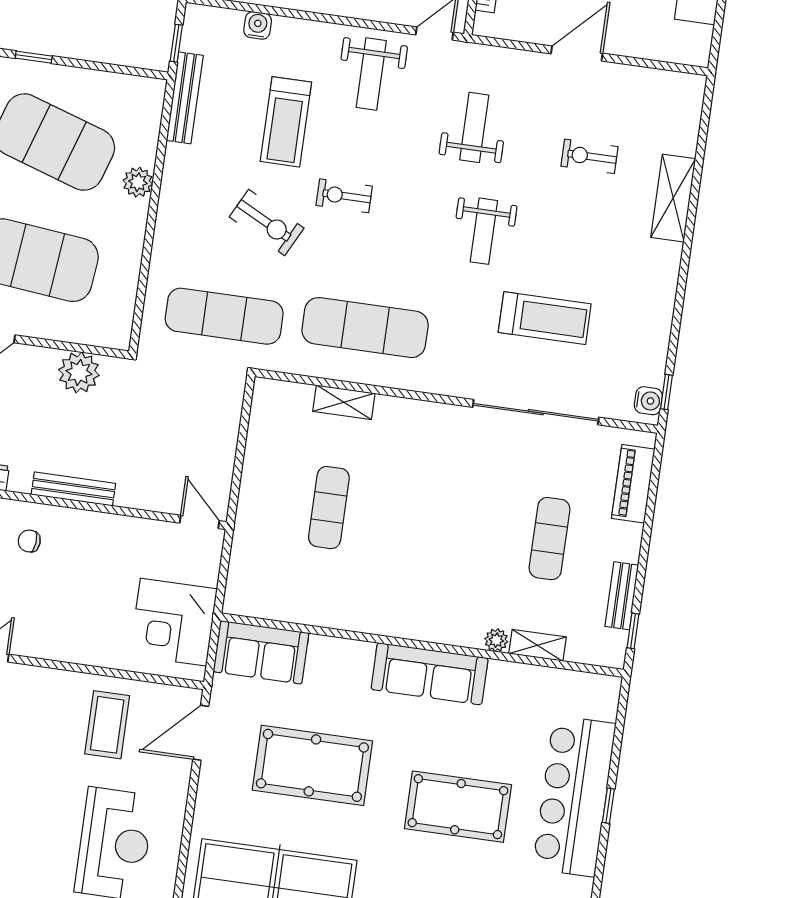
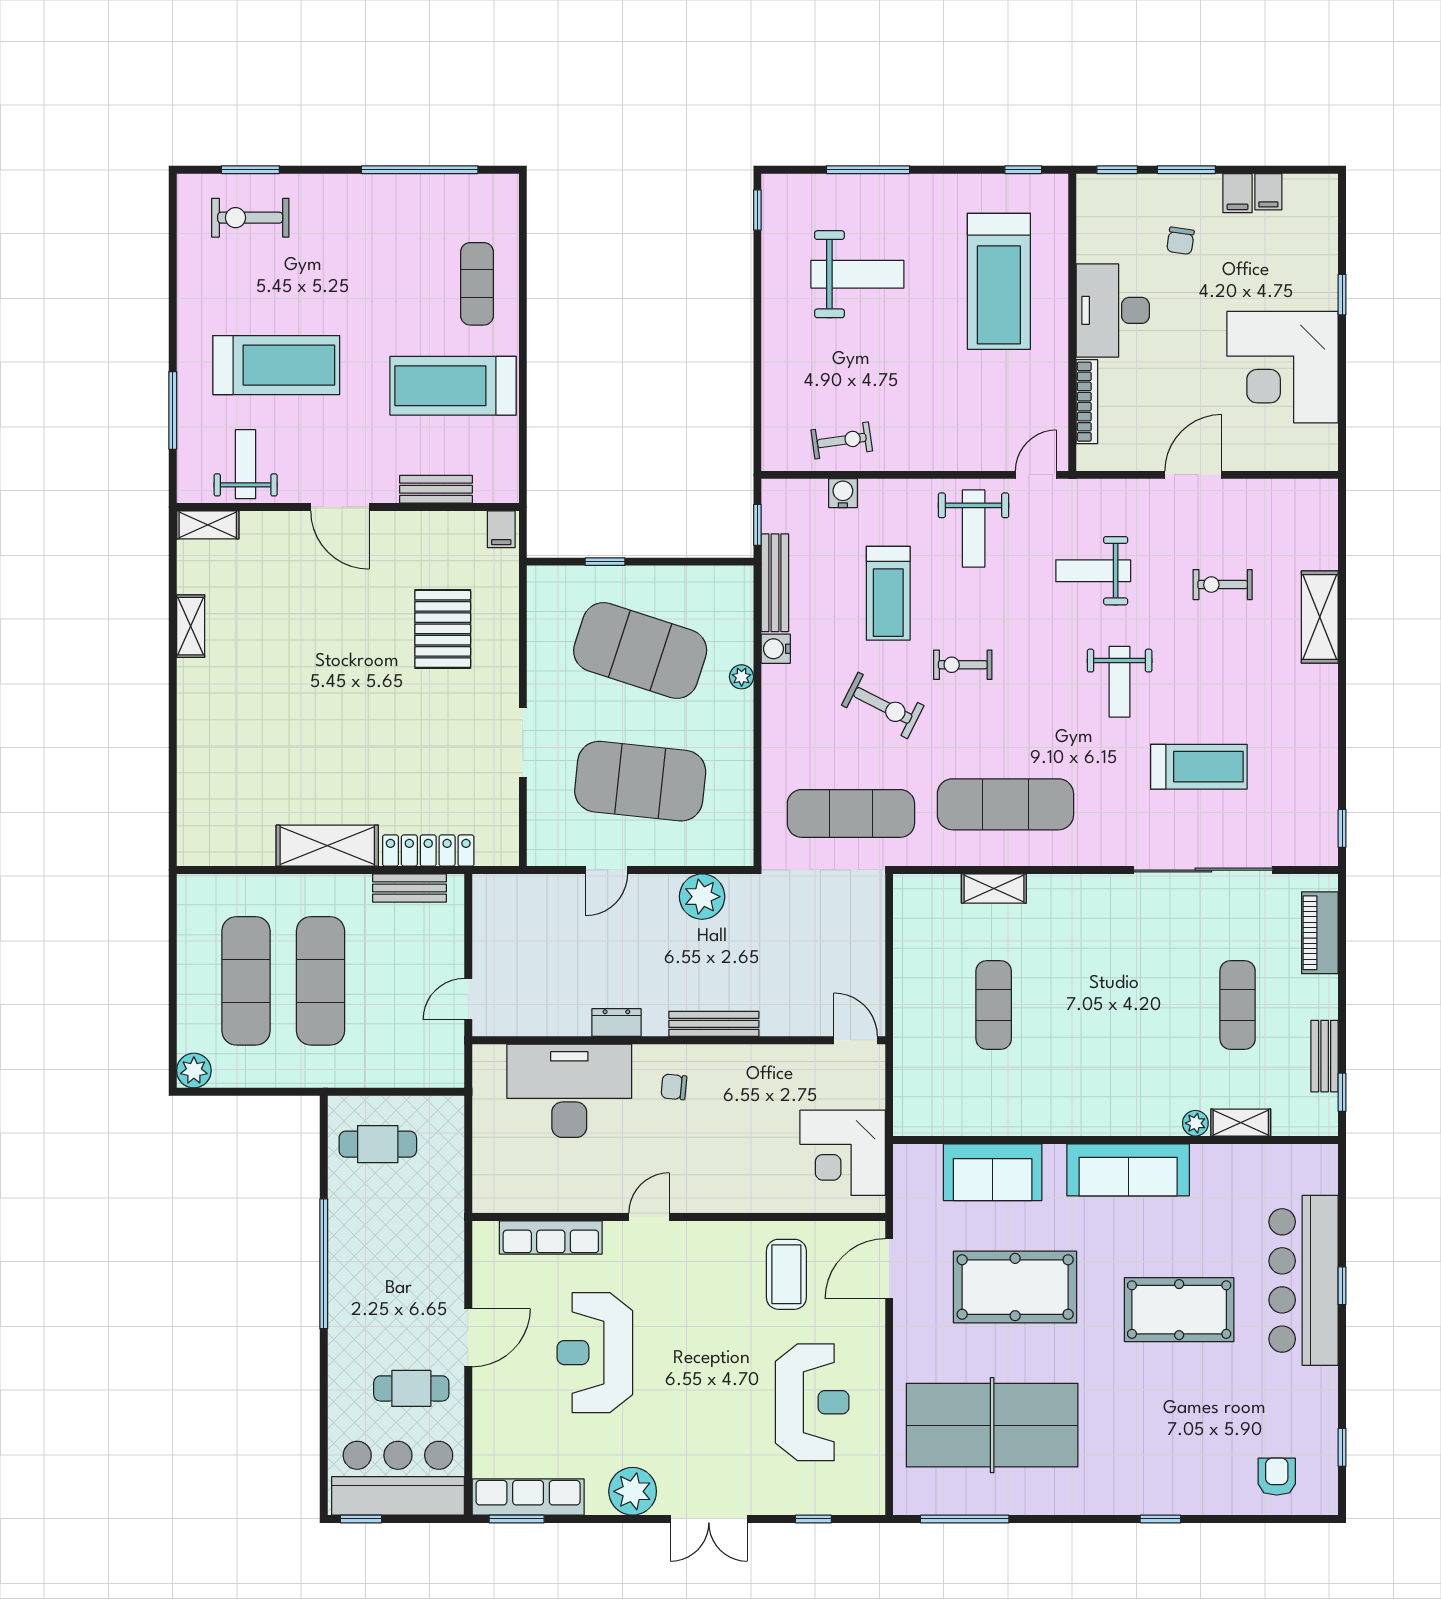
weight bench: (474, 127) -> (1093, 571), turned -90
plant: (138, 182) -> (742, 677), width x0.73, depth x0.73
water cooler: (648, 401) -> (776, 649), moved, turned 180
sofa: (261, 652) -> (993, 1172), moved

